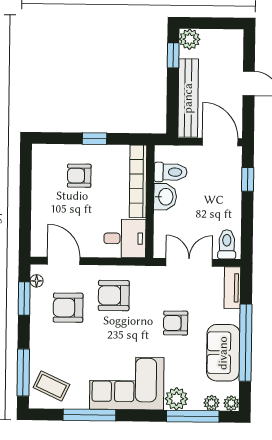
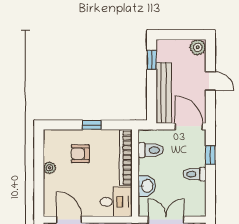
plant: (190, 39) -> (198, 47), moved
plant: (39, 193) -> (50, 168), added
washbasin: (165, 197) -> (147, 186), moved
toilet: (227, 244) -> (194, 174), moved, turned -90

